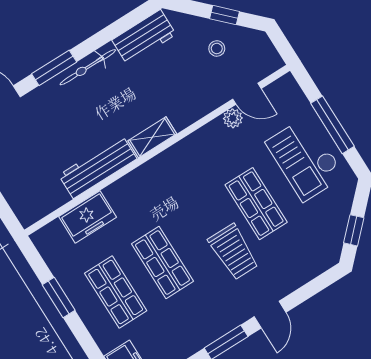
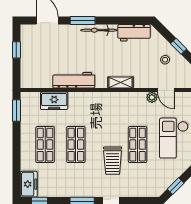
shelving: (152, 137) -> (120, 82), moved
window: (59, 298) -> (16, 111), moved

